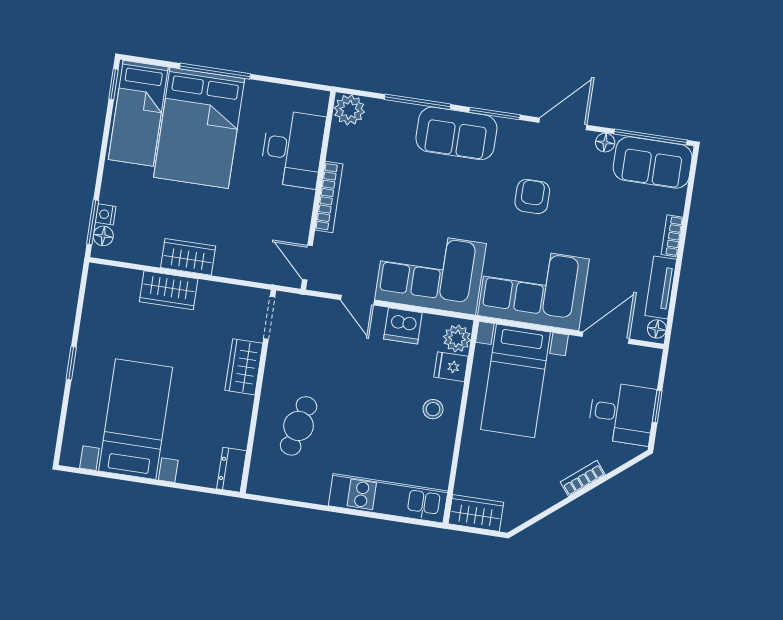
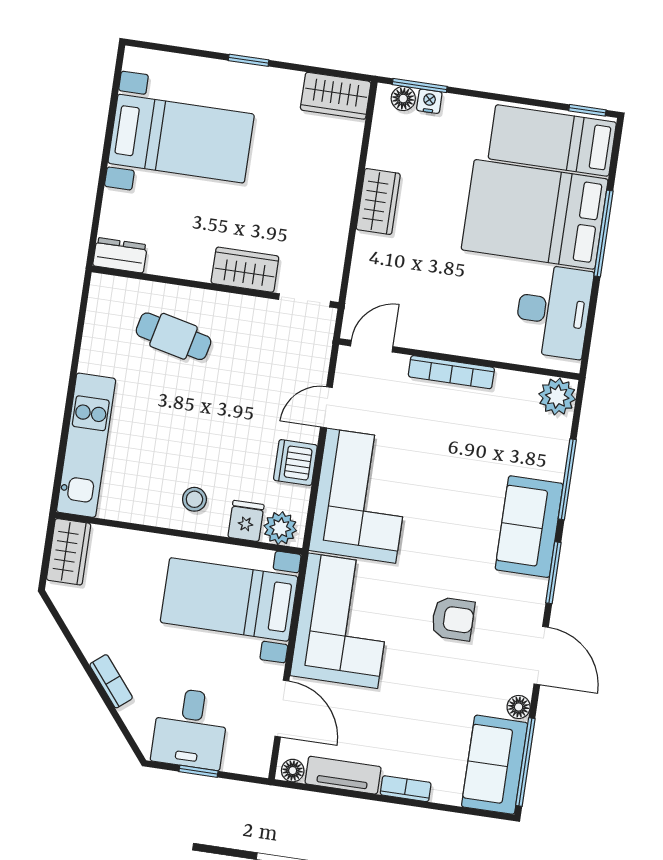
desk: (293, 149) -> (553, 311), moved, turned -90
wardrobe: (169, 290) -> (336, 96), moved, turned -90

